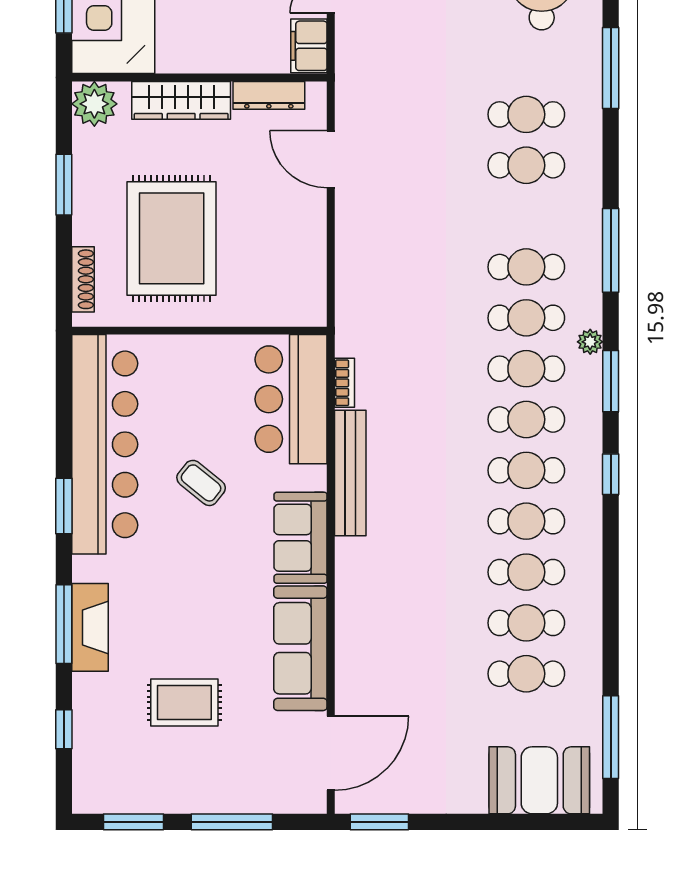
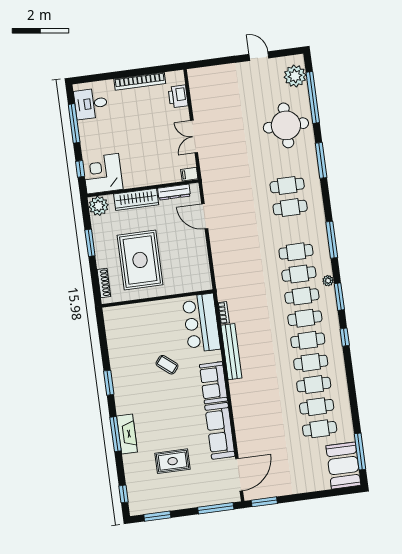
filing cabinet: (309, 46) -> (189, 174), width x0.50
bar counter: (105, 444) -> (123, 353), removed
window: (64, 729) -> (123, 494), moved
booth: (539, 780) -> (343, 466), moved, turned 90
window: (232, 822) -> (216, 508), moved

